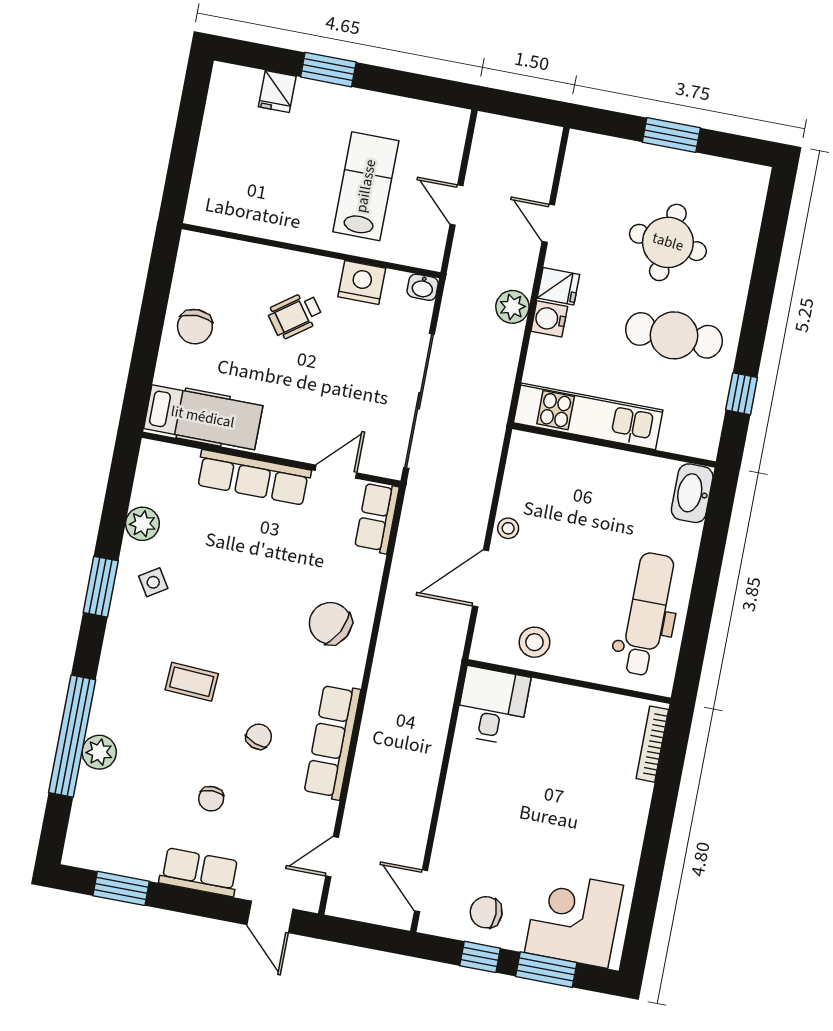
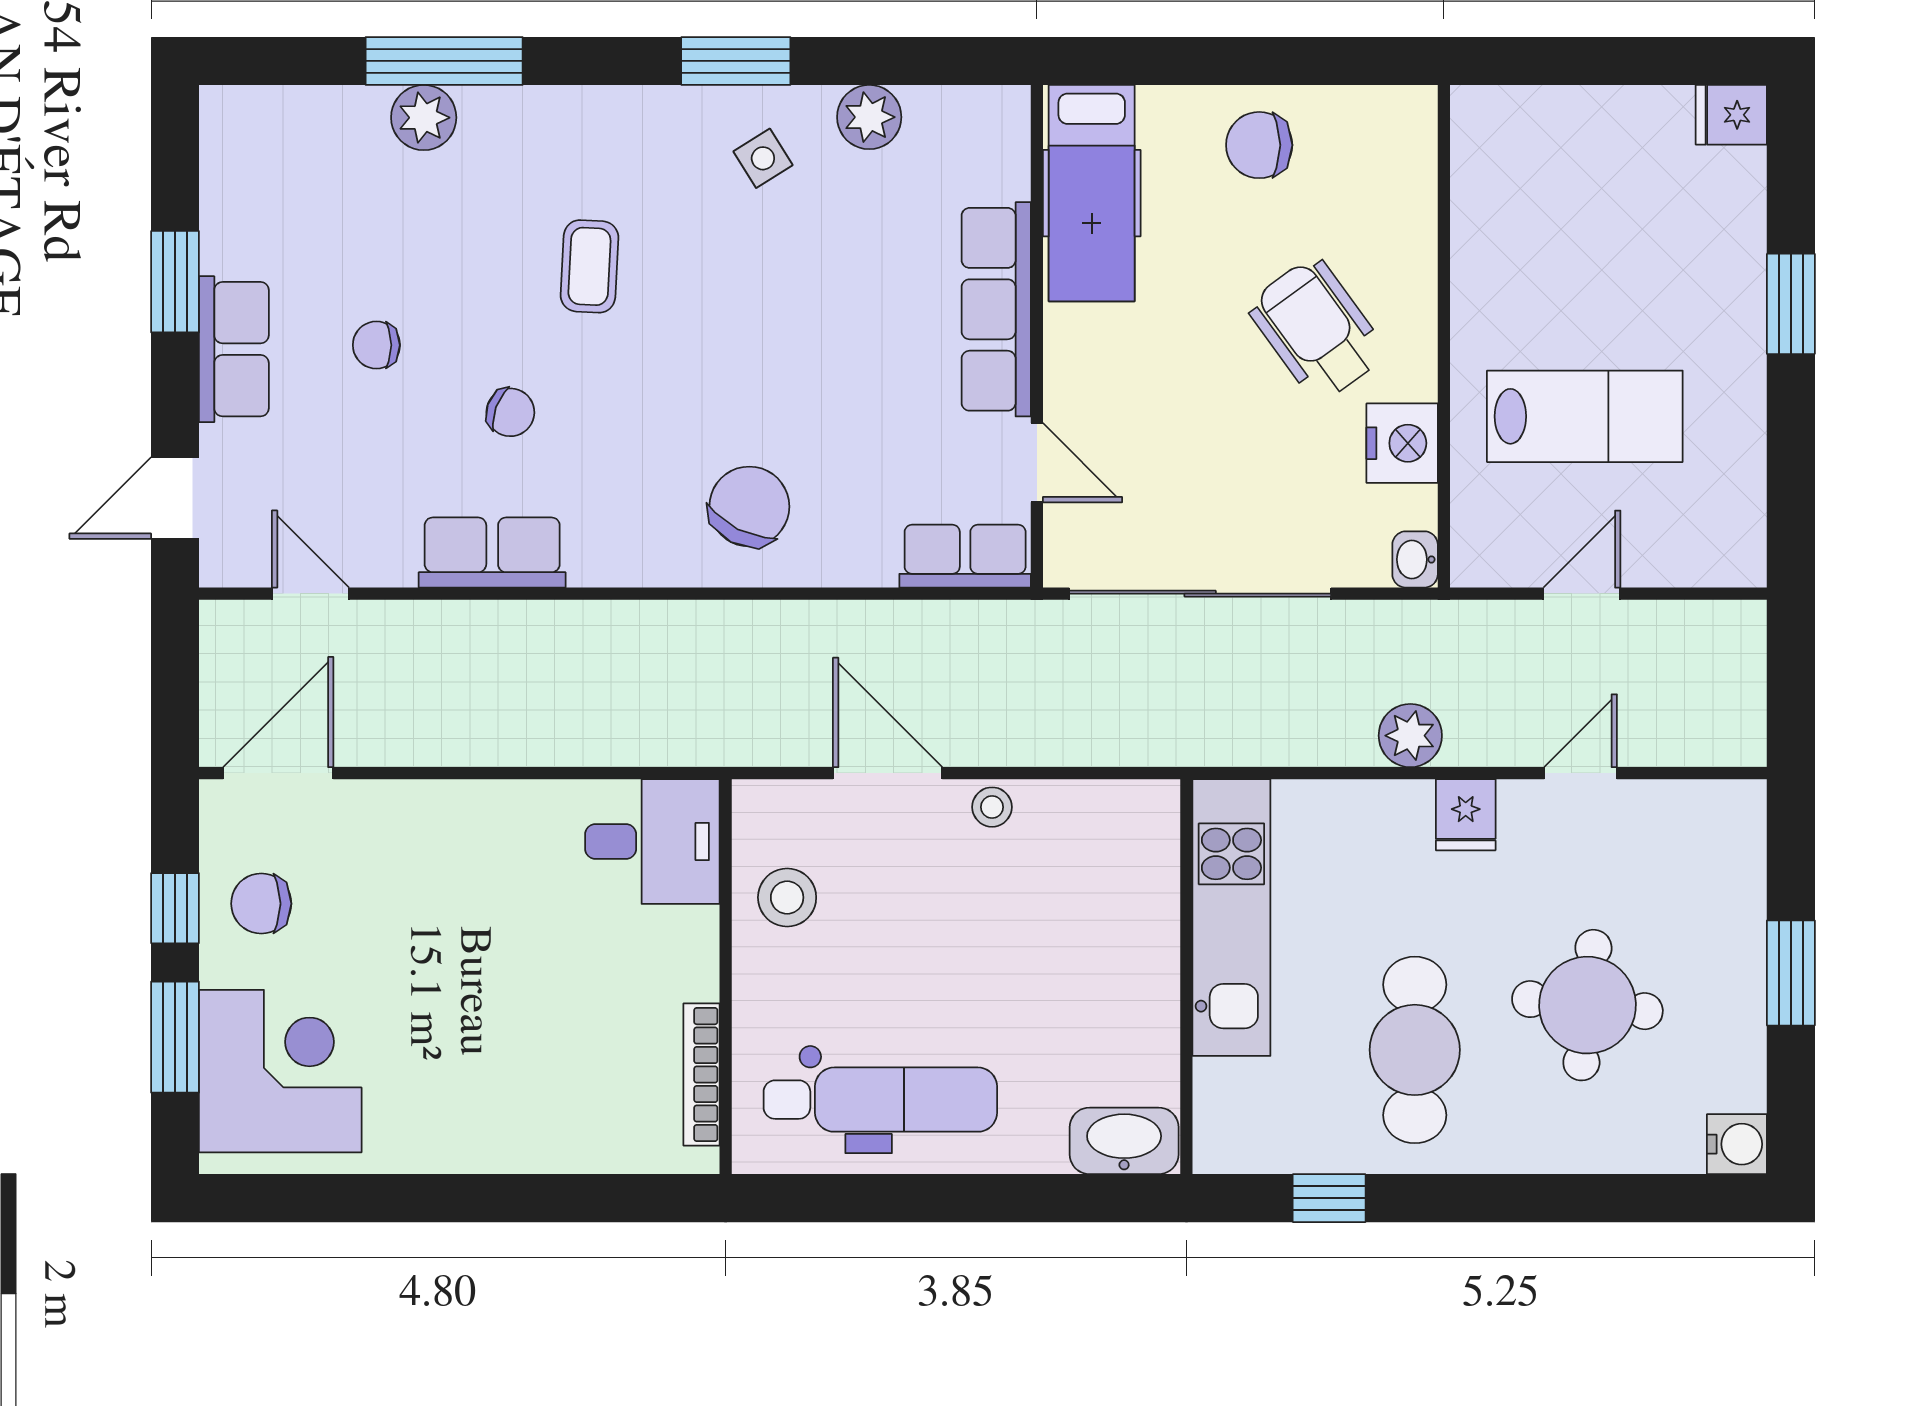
fridge: (277, 91) -> (1731, 115), moved
wheelchair: (295, 315) -> (1317, 329), width x1.36, depth x1.37
water cooler: (549, 319) -> (1737, 1144), moved, turned 90
window: (72, 736) -> (444, 61), width x0.68
row of seats: (332, 742) -> (492, 553), width x0.68
bookcase: (652, 744) -> (701, 1075), moved, turned -90
window: (121, 888) -> (175, 282), moved
door: (421, 891) -> (278, 773), width x1.38
chair: (486, 912) -> (261, 904), turned -90

